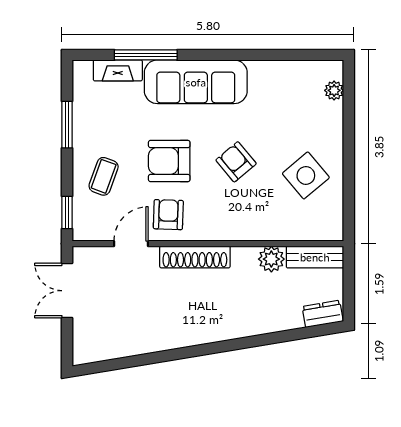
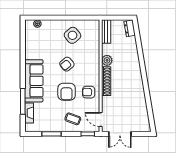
door: (131, 244) -> (101, 119), moved
plant: (271, 259) -> (107, 60), moved

